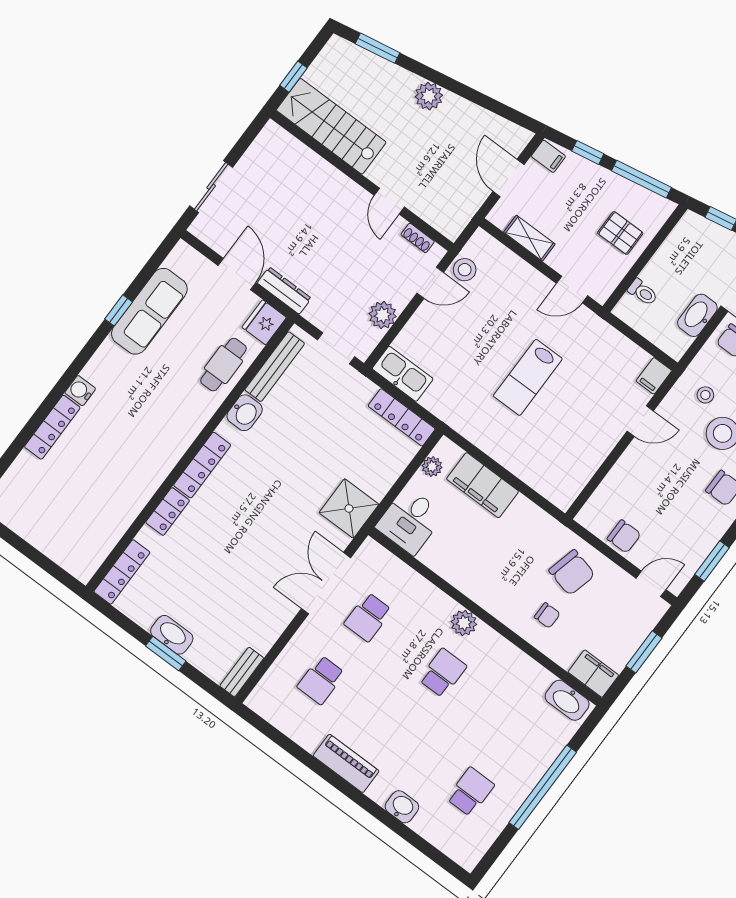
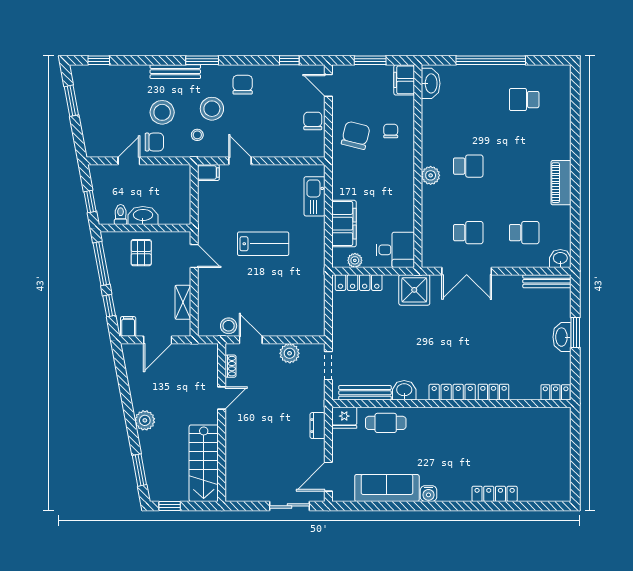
window: (293, 77) -> (170, 506), moved
door: (237, 274) -> (328, 477), moved
dresser: (284, 291) -> (318, 426), width x0.70
toilet: (643, 292) -> (121, 215), moved
window: (119, 310) -> (400, 506), removed
washbasin: (697, 315) -> (143, 216), moved, turned 180
kitchen sink: (403, 374) -> (315, 196), moved
water cooler: (80, 391) -> (428, 494), moved
locker: (402, 417) -> (359, 283), moved, turned 90
window: (712, 561) -> (289, 60), width x0.67
locker: (122, 572) -> (556, 392), width x0.66
bench: (242, 672) -> (547, 281), width x1.36
school desk: (443, 673) -> (468, 166), turned 180
washbasin: (402, 807) -> (560, 259), moved, turned 90

